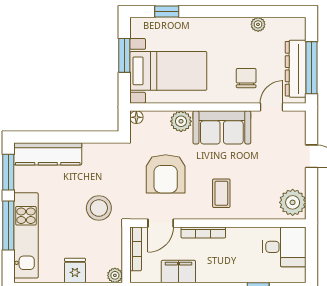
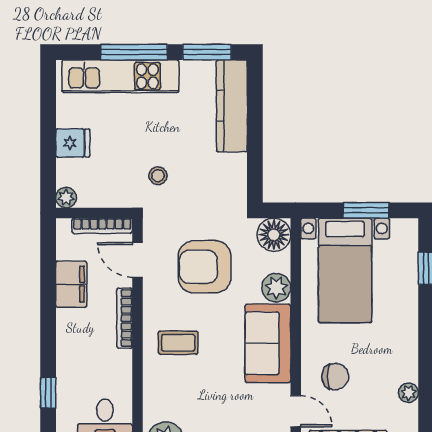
floor lamp: (136, 117) -> (274, 235), width x1.89, depth x1.89
stool: (99, 208) -> (158, 176), width x0.53, depth x0.53

